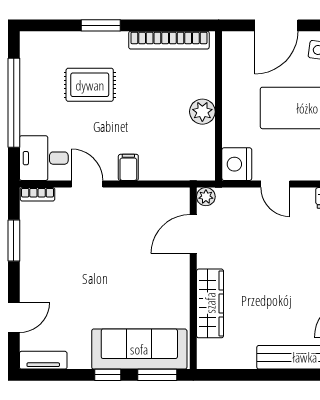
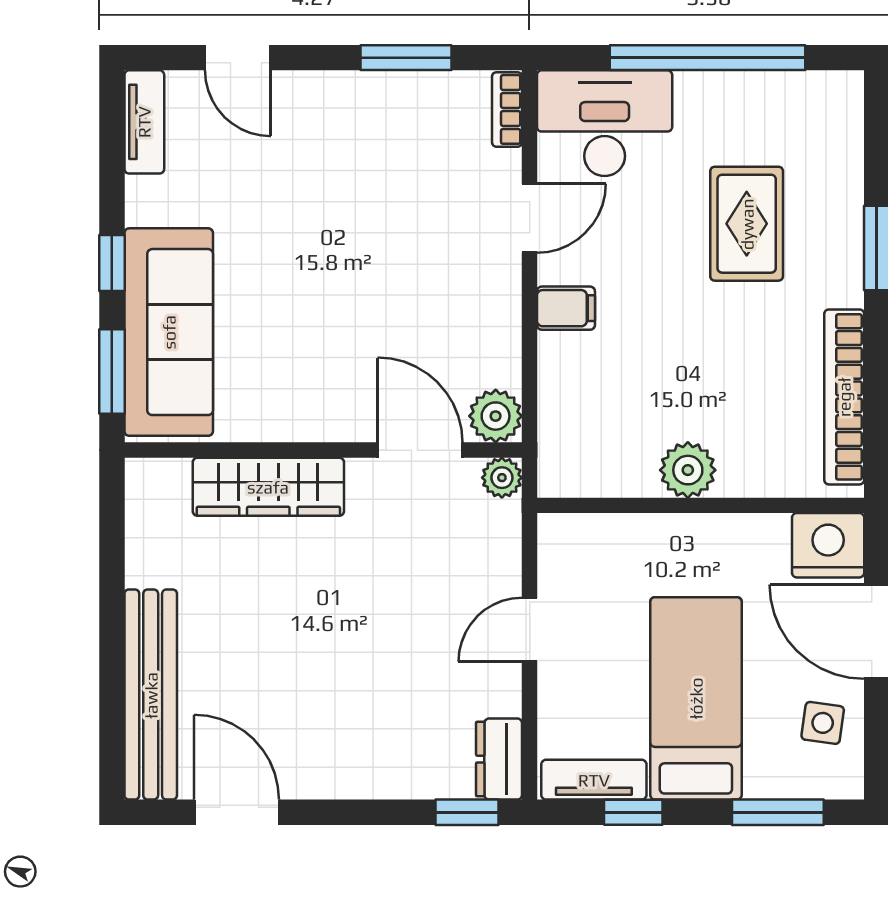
desk: (44, 158) -> (605, 123), width x1.37
nightstand: (237, 164) -> (828, 545), moved
plant: (178, 200) -> (496, 416), added

